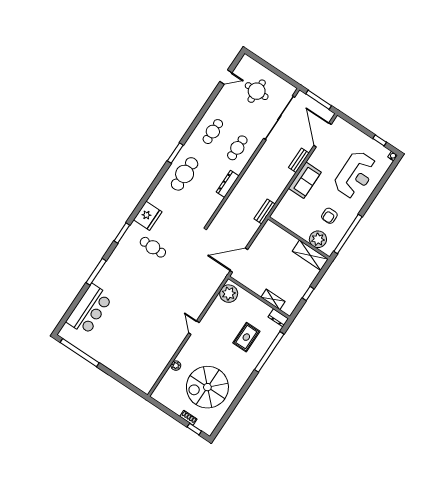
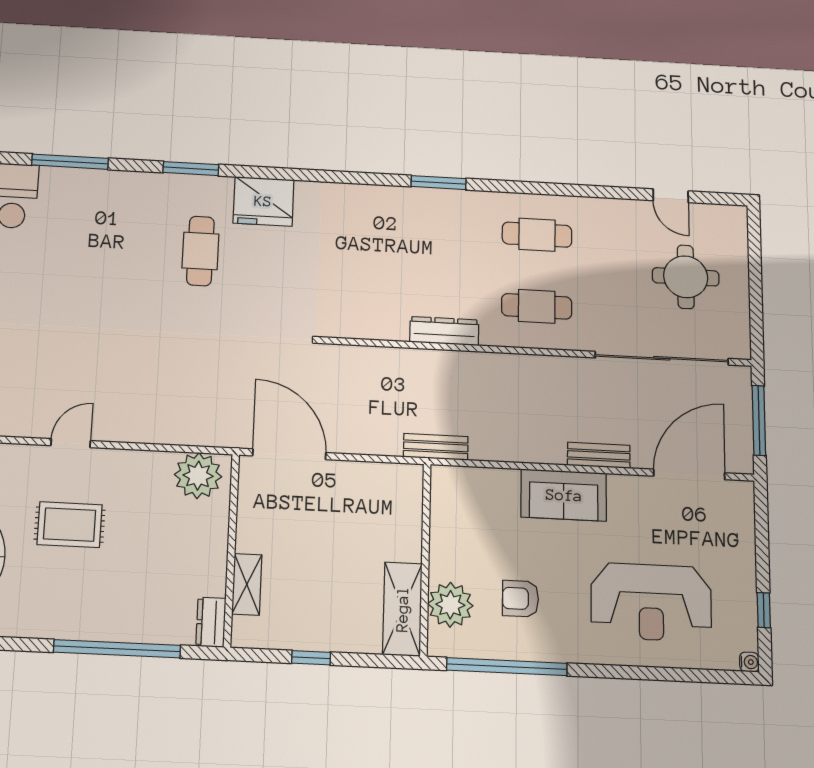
cafe table: (185, 174) -> (406, 227), removed
rug: (246, 337) -> (70, 525), moved

